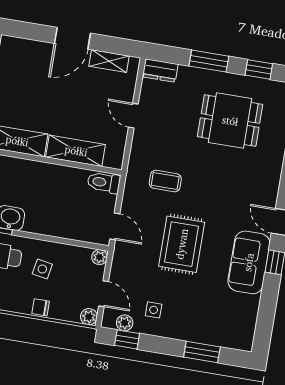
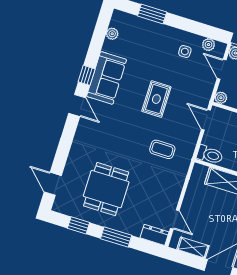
door: (133, 116) -> (175, 220), moved
dining table: (230, 121) -> (106, 189), turned 90
rug: (182, 244) -> (156, 99), width x0.73, depth x0.70
plant: (249, 320) -> (112, 34), added
window: (127, 339) -> (208, 32), removed

